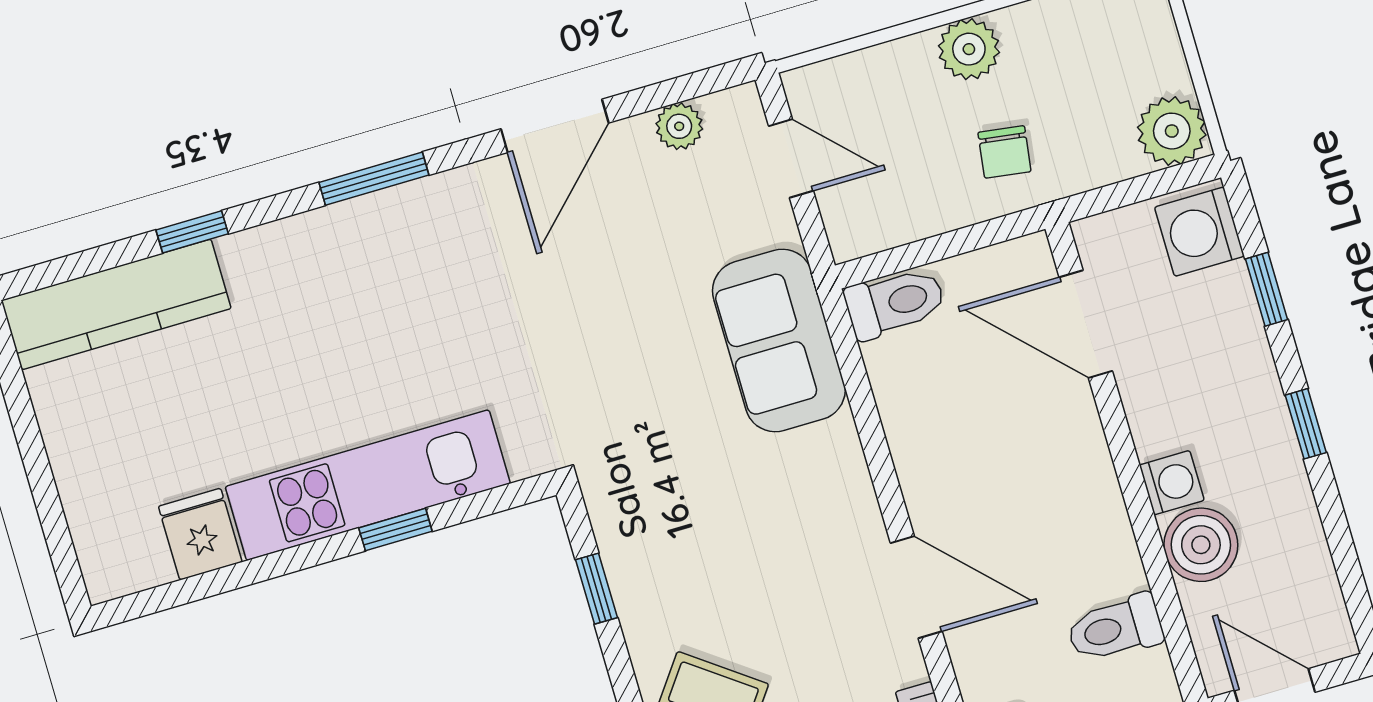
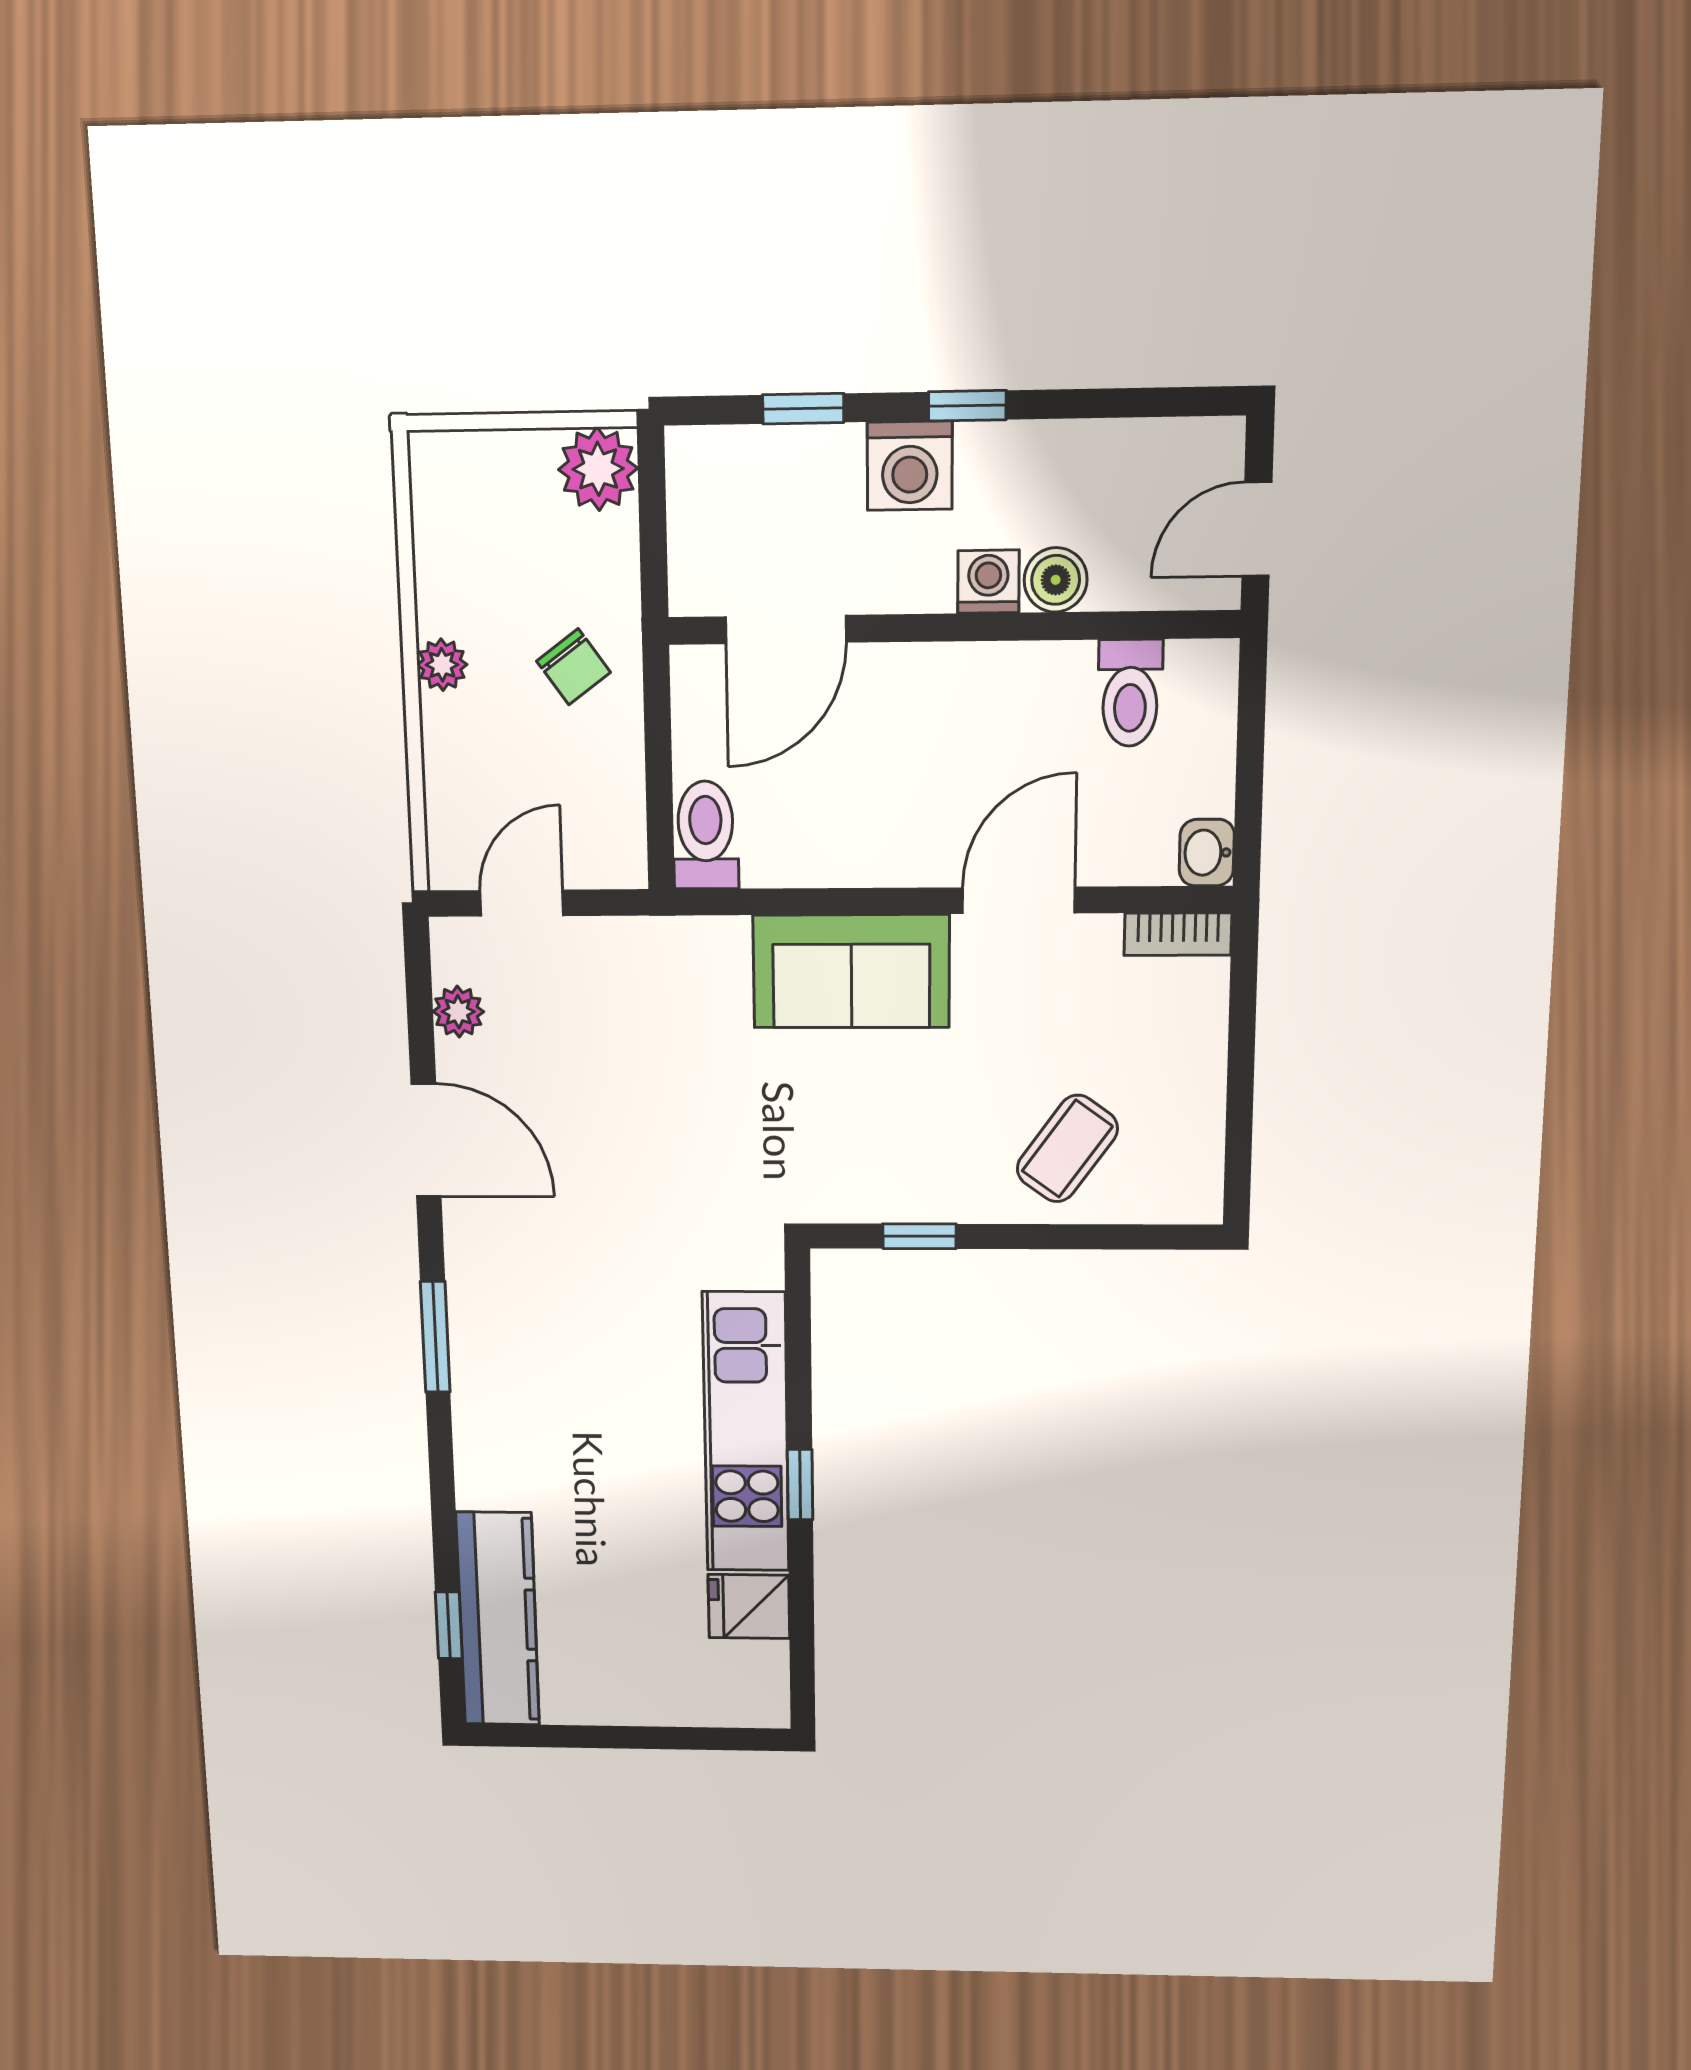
plant: (969, 49) -> (442, 665), width x0.73, depth x0.73
chair: (1005, 152) -> (574, 667), turned 46
window: (192, 232) -> (449, 1625), moved
washing machine: (1199, 232) -> (910, 466), moved
sofa: (779, 340) -> (851, 971), moved
window: (395, 530) -> (800, 1485), moved
boiler: (1201, 545) -> (1056, 580), width x0.73, depth x0.73

